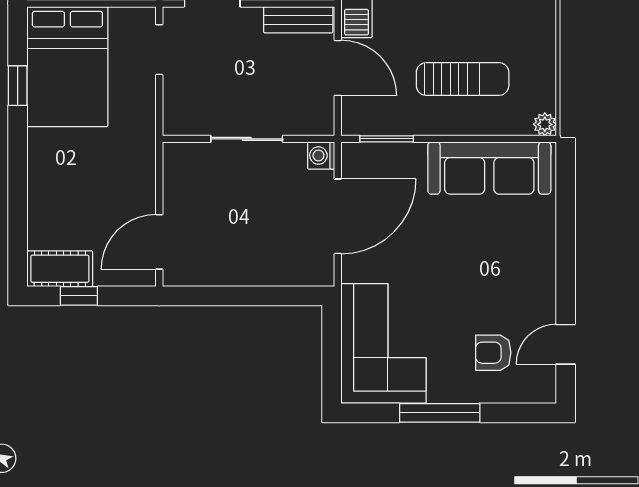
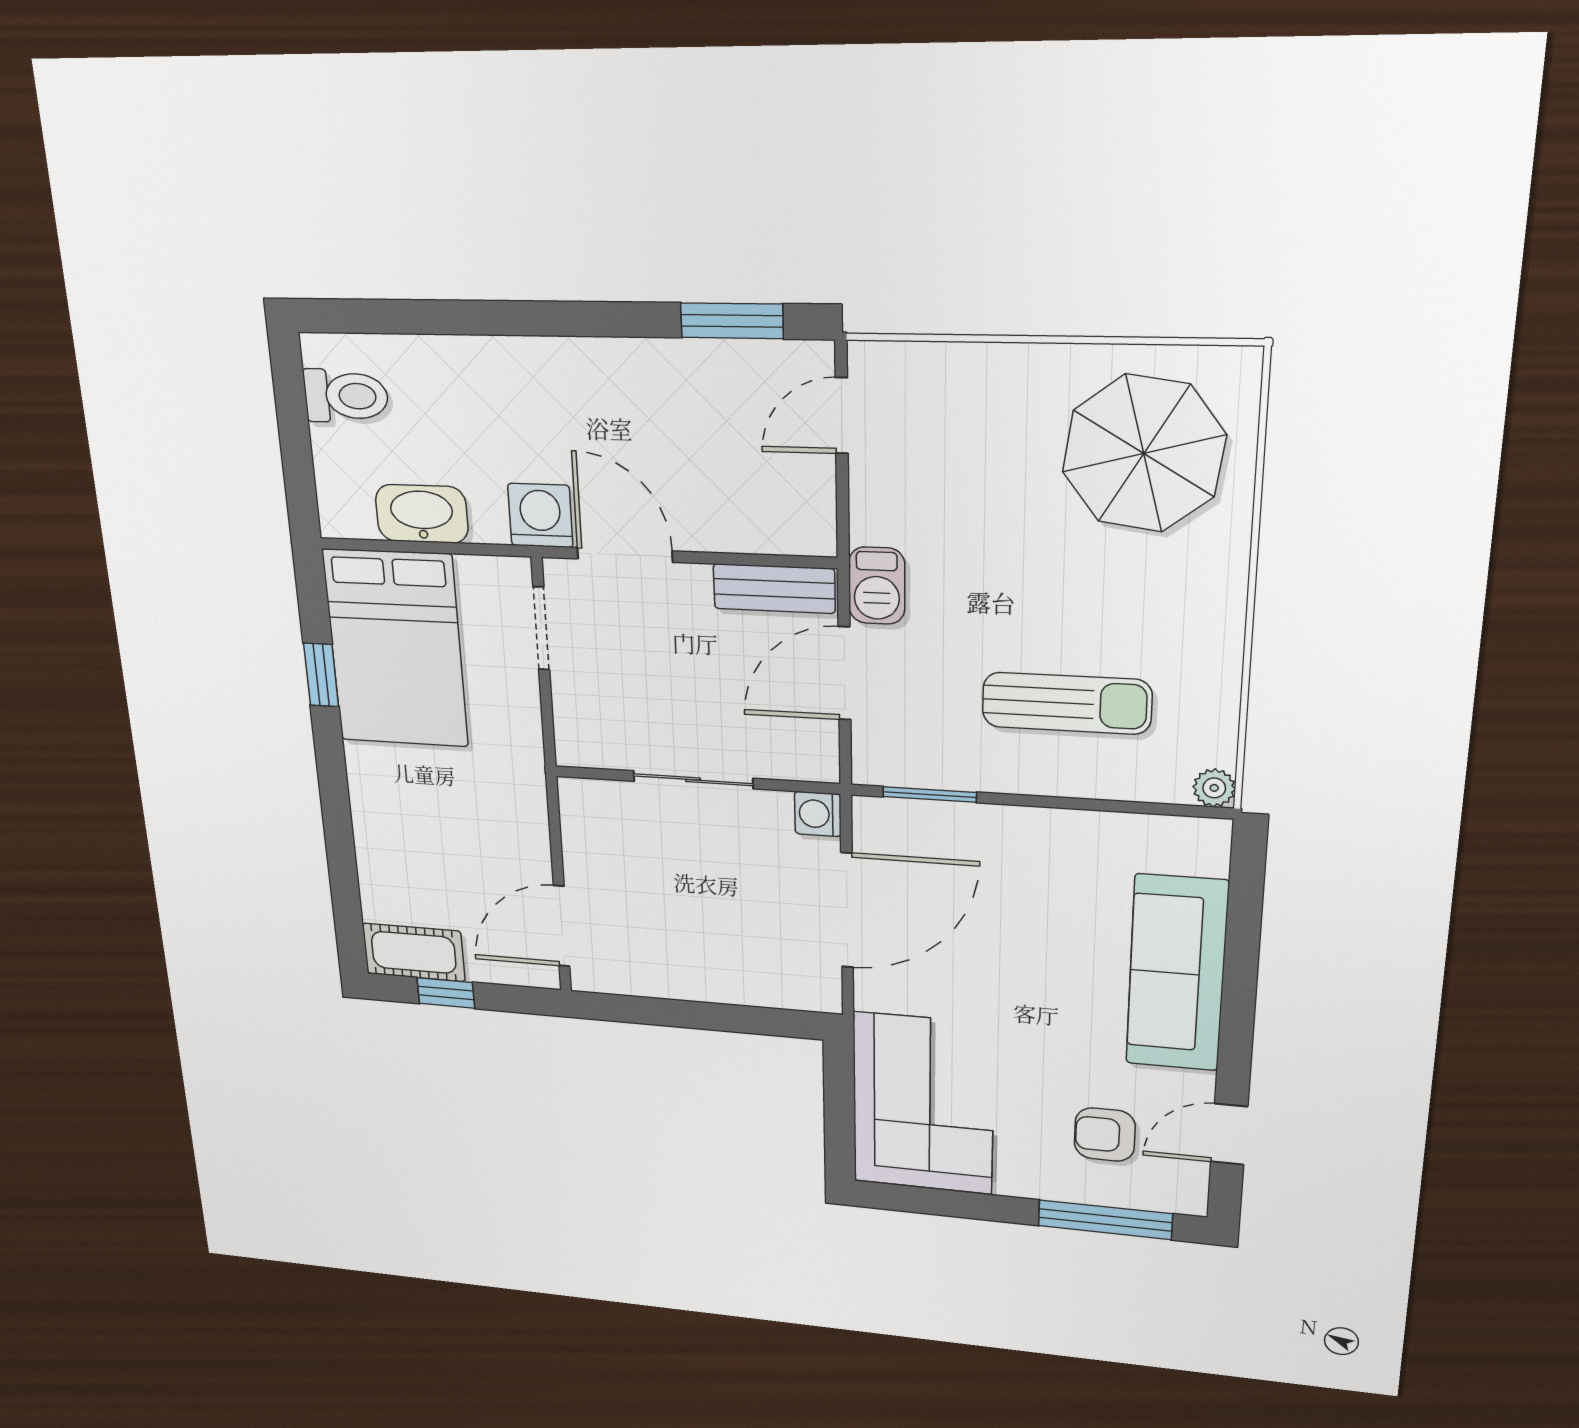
door: (338, 68) -> (844, 673), swing flipped
sofa: (489, 168) -> (1177, 973), moved, turned 90
window: (440, 413) -> (1105, 1220), moved

